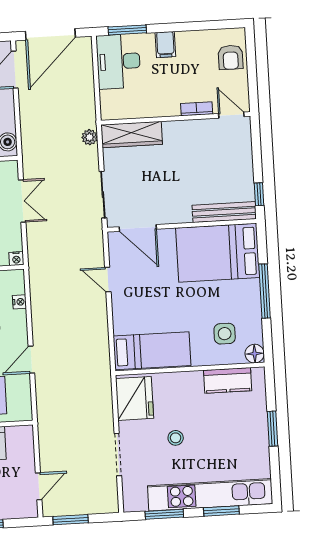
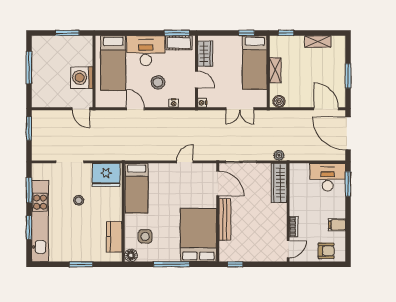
filing cabinet: (165, 45) -> (337, 225), moved
armchair: (231, 57) -> (326, 251), turned 180
bench: (224, 212) -> (225, 219), moved
door: (138, 228) -> (218, 183), swing flipped
door: (39, 486) -> (81, 109), moved

